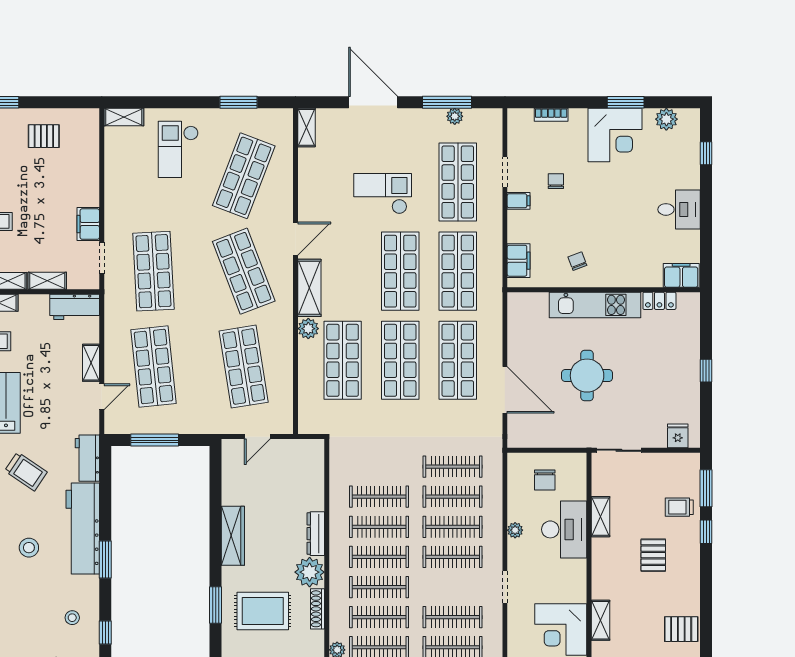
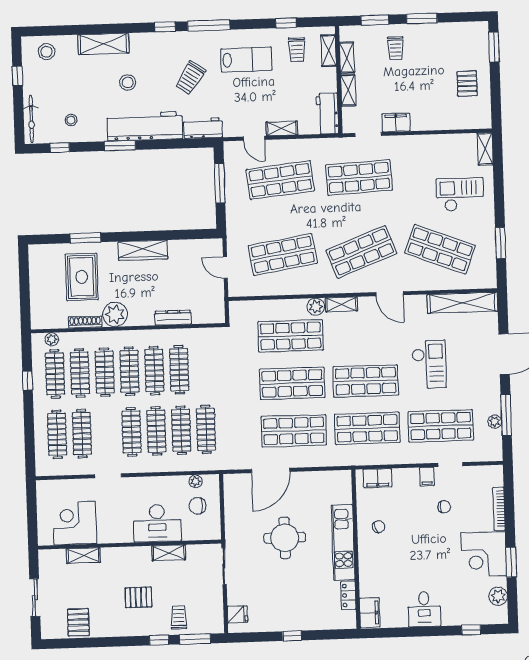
bookcase: (551, 115) -> (499, 509), width x1.56
shelving: (307, 127) -> (462, 303), width x2.20, depth x1.33
shelving: (309, 288) -> (341, 304), width x0.67, depth x0.75
plant: (515, 530) -> (196, 481), moved
dresser: (316, 534) -> (173, 318), moved

